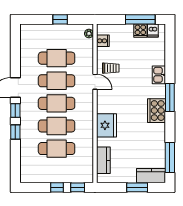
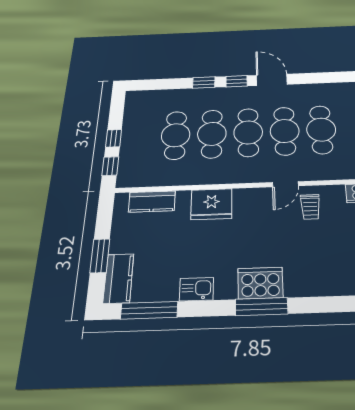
kitchen sink: (159, 75) -> (197, 289), moved
cooker: (157, 111) -> (260, 283), moved

